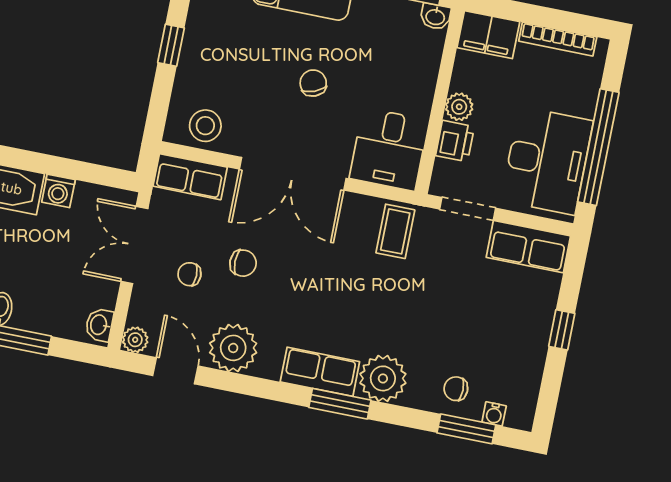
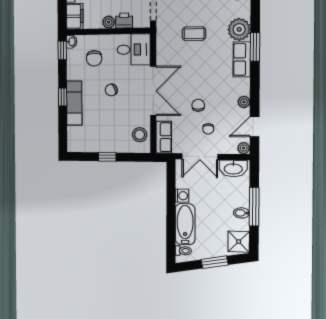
chair: (389, 59) -> (94, 58), added
coffee table: (395, 231) -> (194, 34), moved
washbasin: (99, 325) -> (233, 168), width x1.91, depth x1.45
plant: (233, 348) -> (244, 102), width x0.53, depth x0.53

